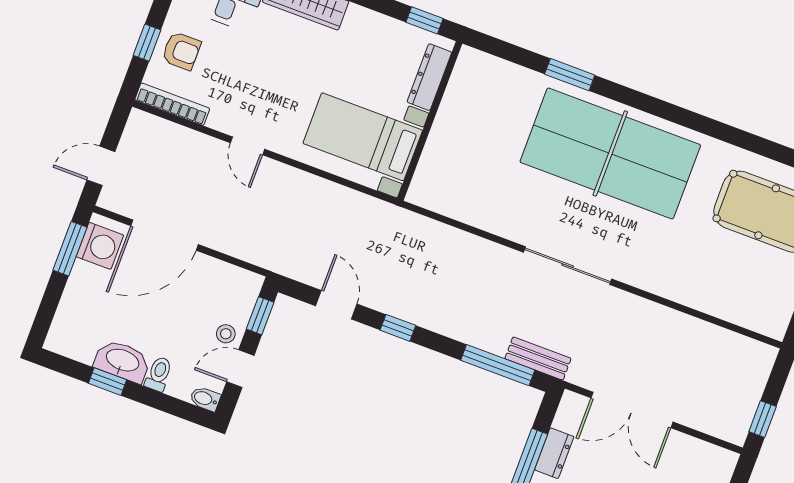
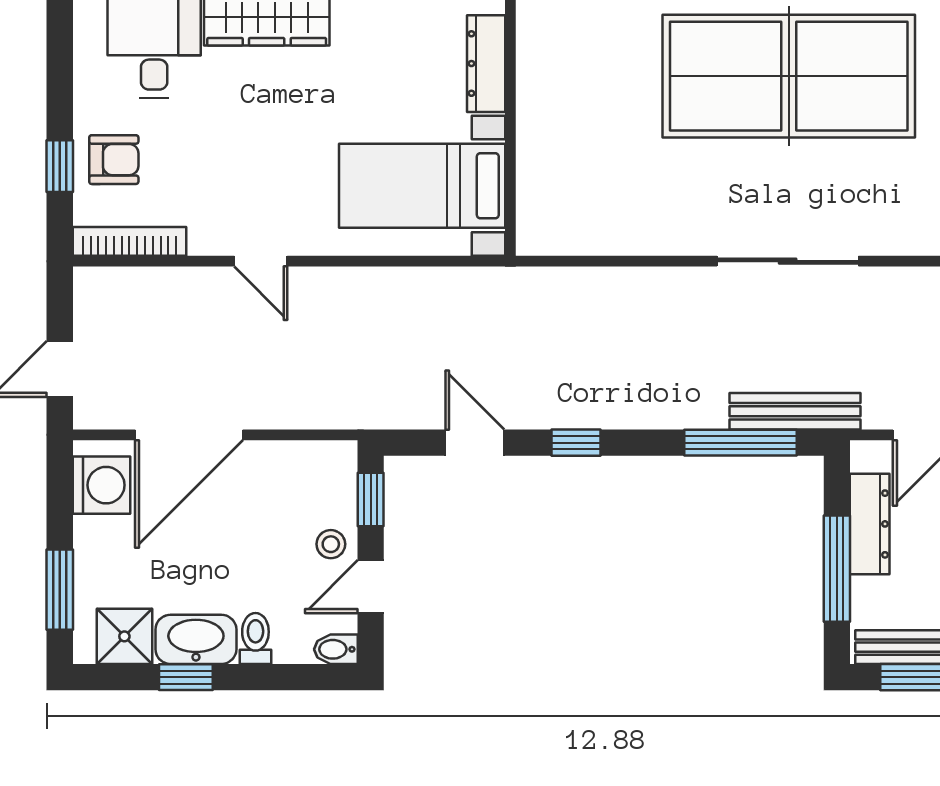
window: (70, 249) -> (60, 590), moved
shower: (80, 343) -> (124, 636), added
bench: (538, 358) -> (795, 411), width x1.36
dresser: (554, 453) -> (870, 524), width x1.44

